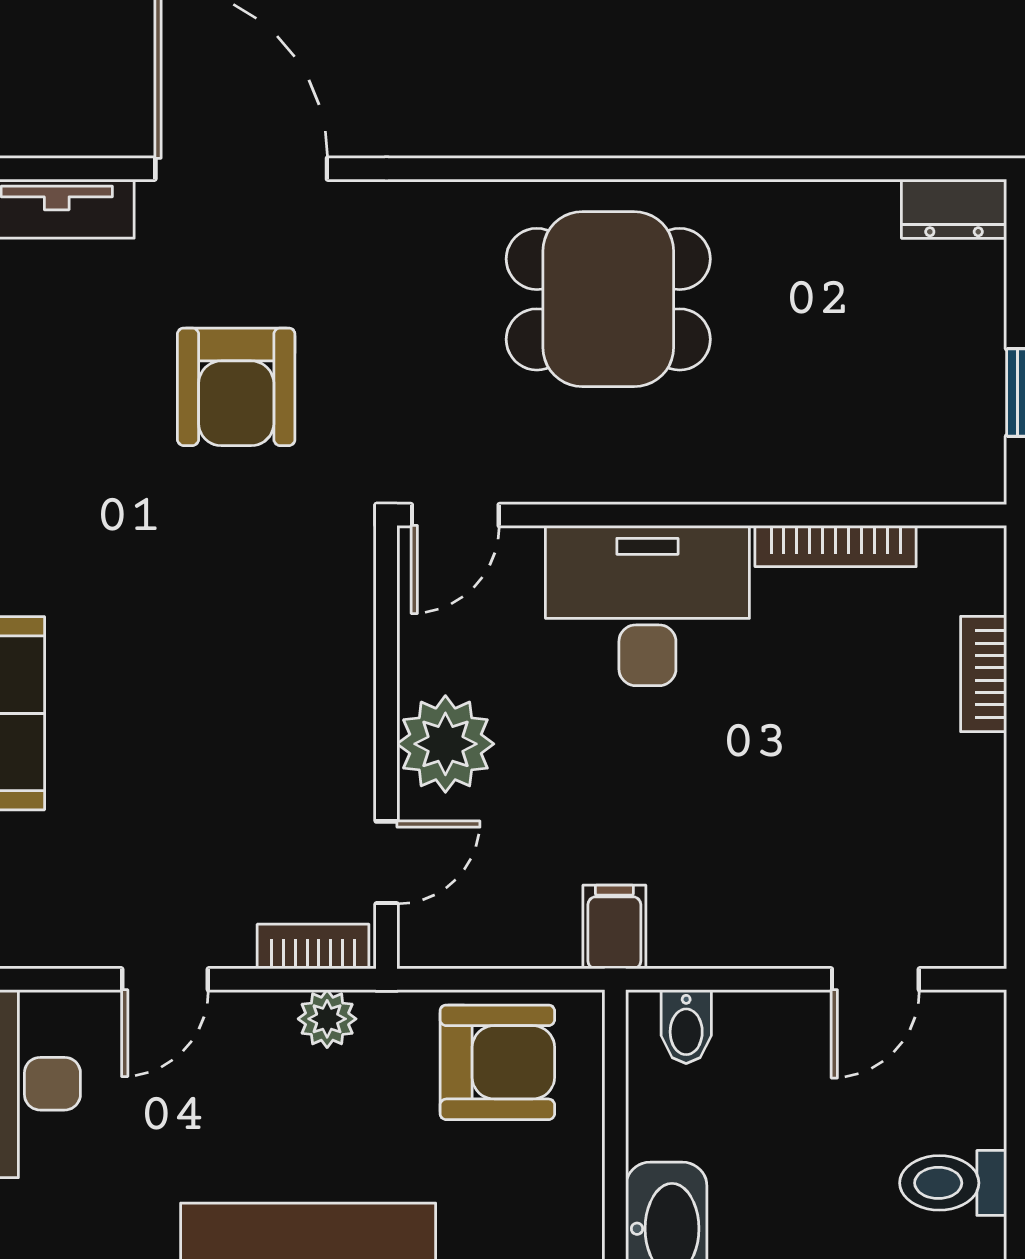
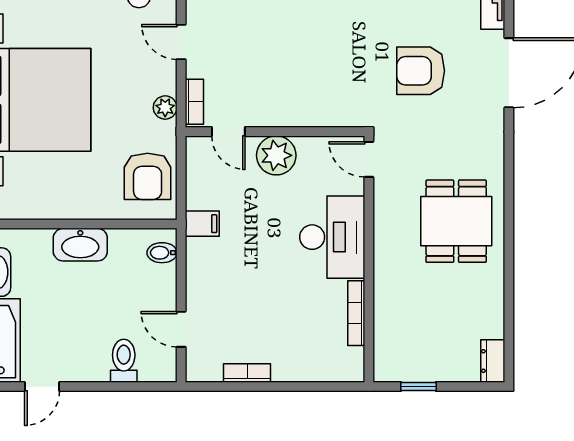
bookcase: (984, 674) -> (247, 373), moved
toilet: (953, 1183) -> (124, 361), moved

